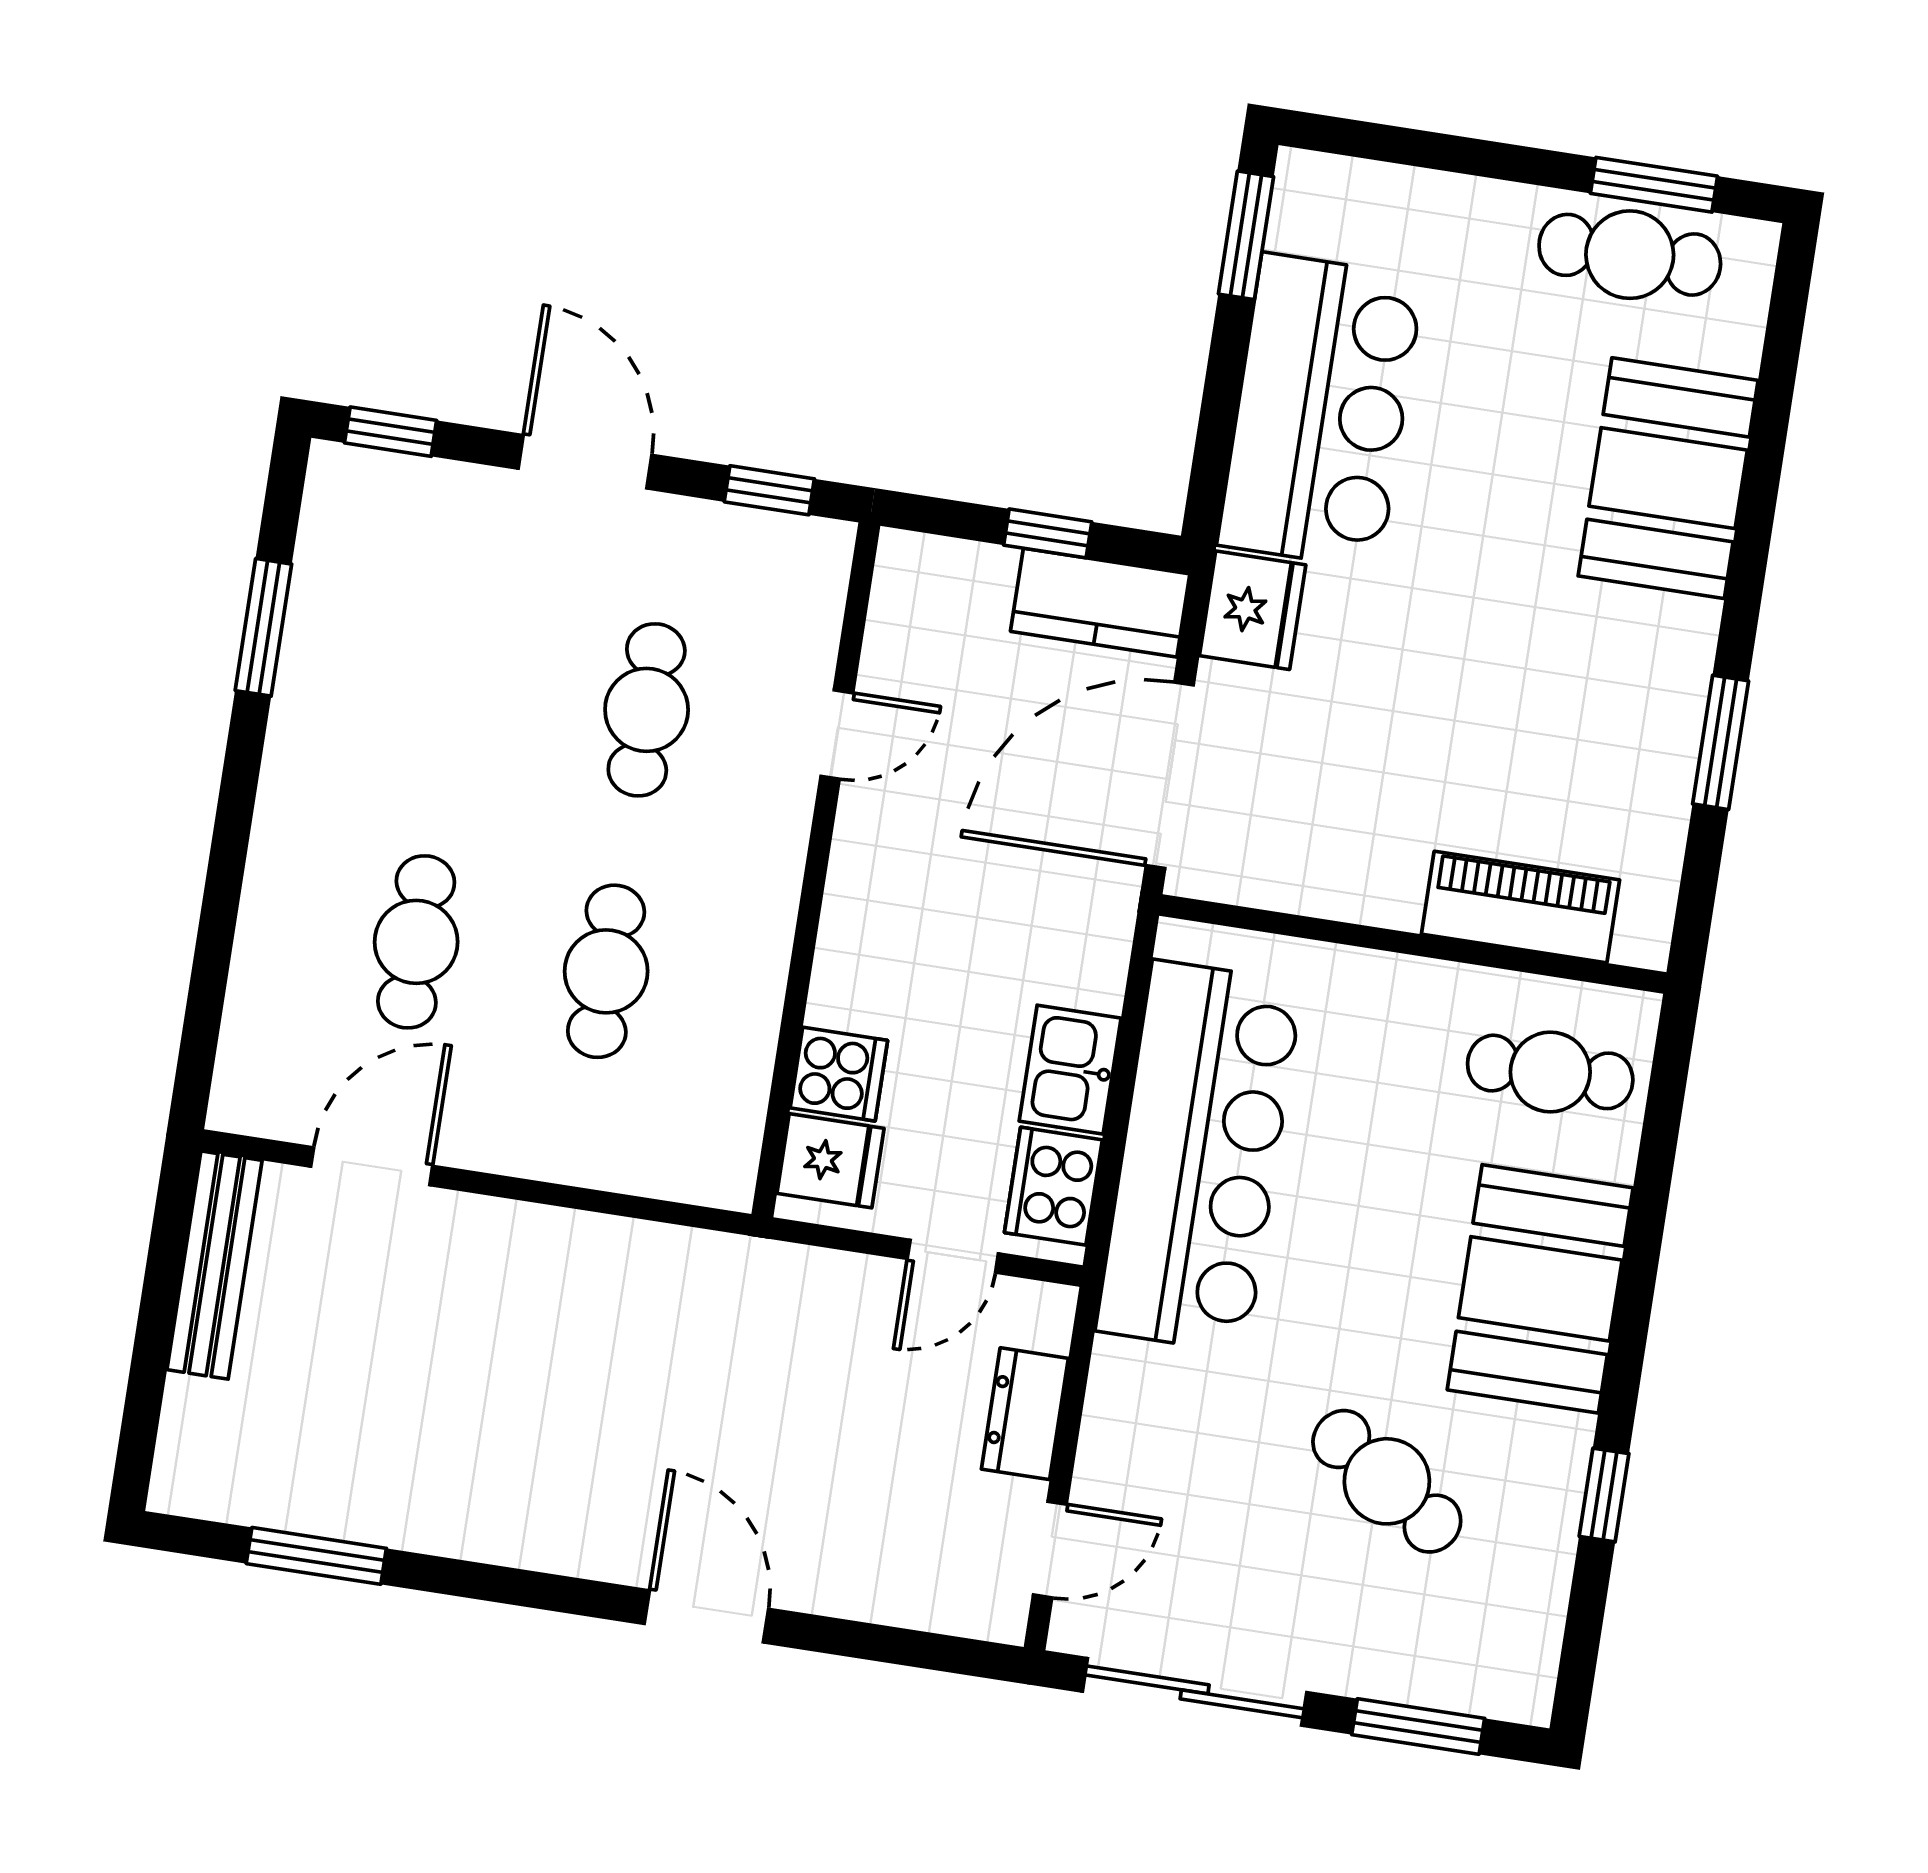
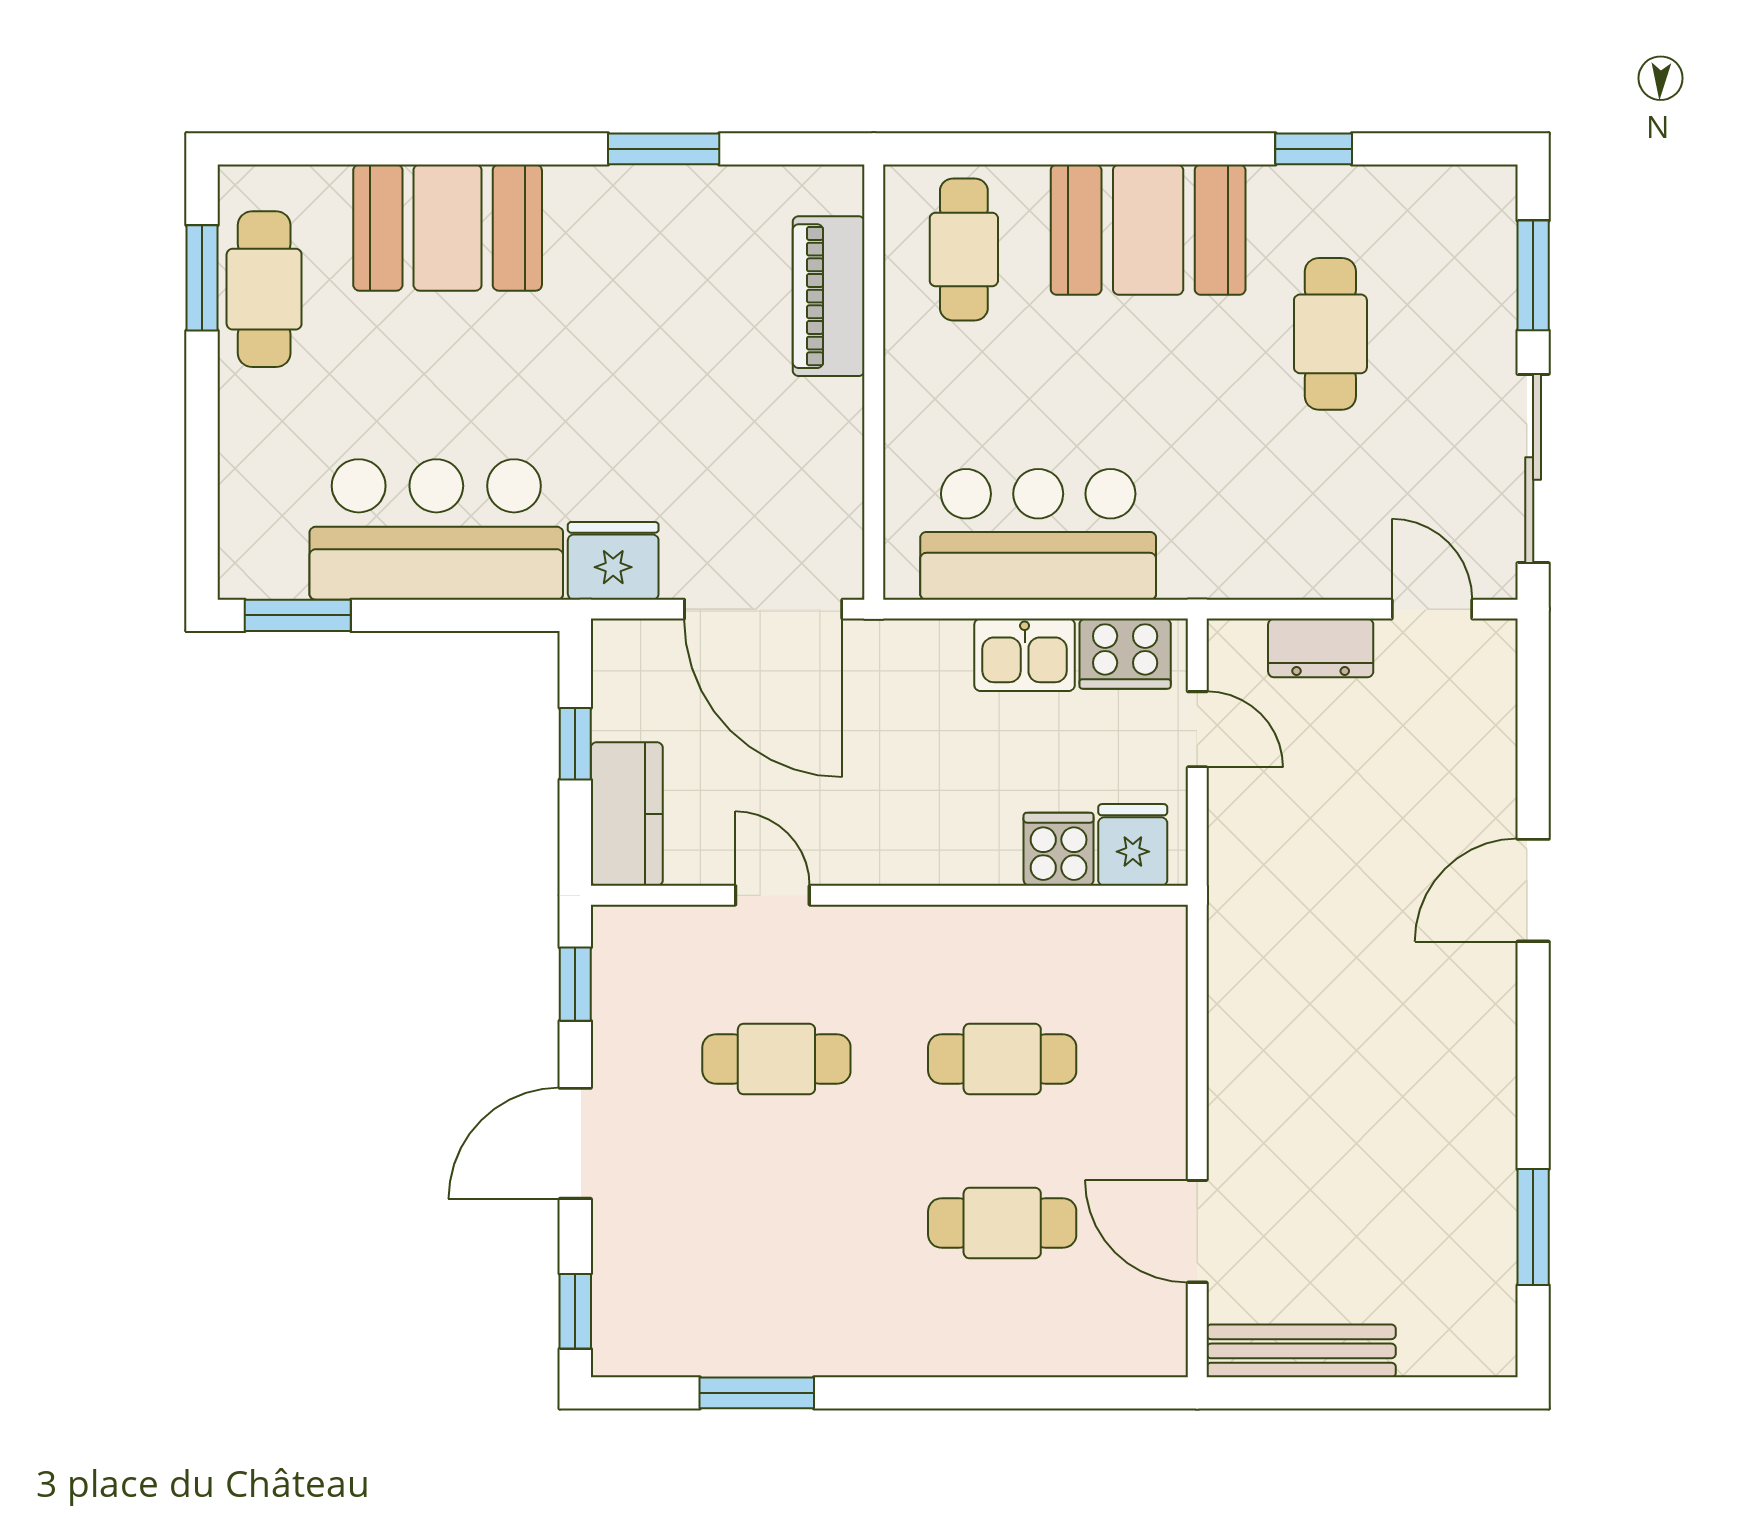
kitchen counter: (1100, 603) -> (627, 814), moved
bar counter: (1199, 1157) -> (1038, 534), width x0.73
cafe table: (1387, 1481) -> (1330, 334), turned -34

